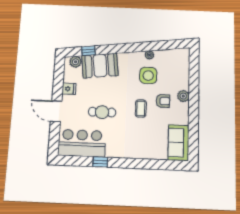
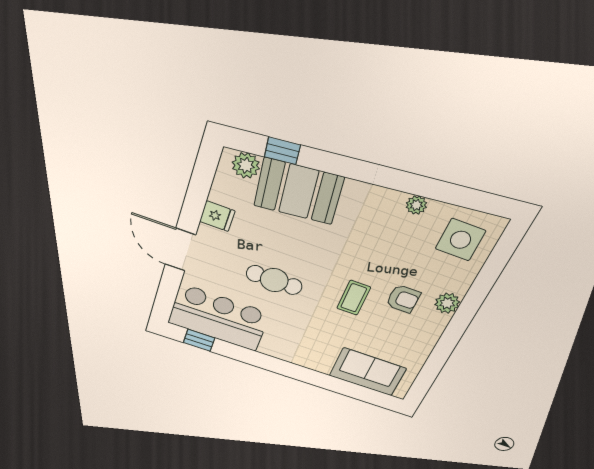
side table: (148, 75) -> (460, 240), moved
sofa: (179, 143) -> (368, 372), moved, turned 90
window: (100, 162) -> (199, 340), moved

